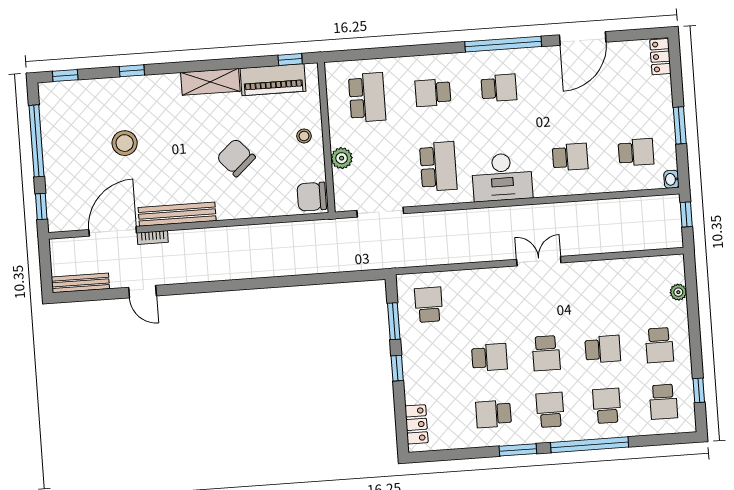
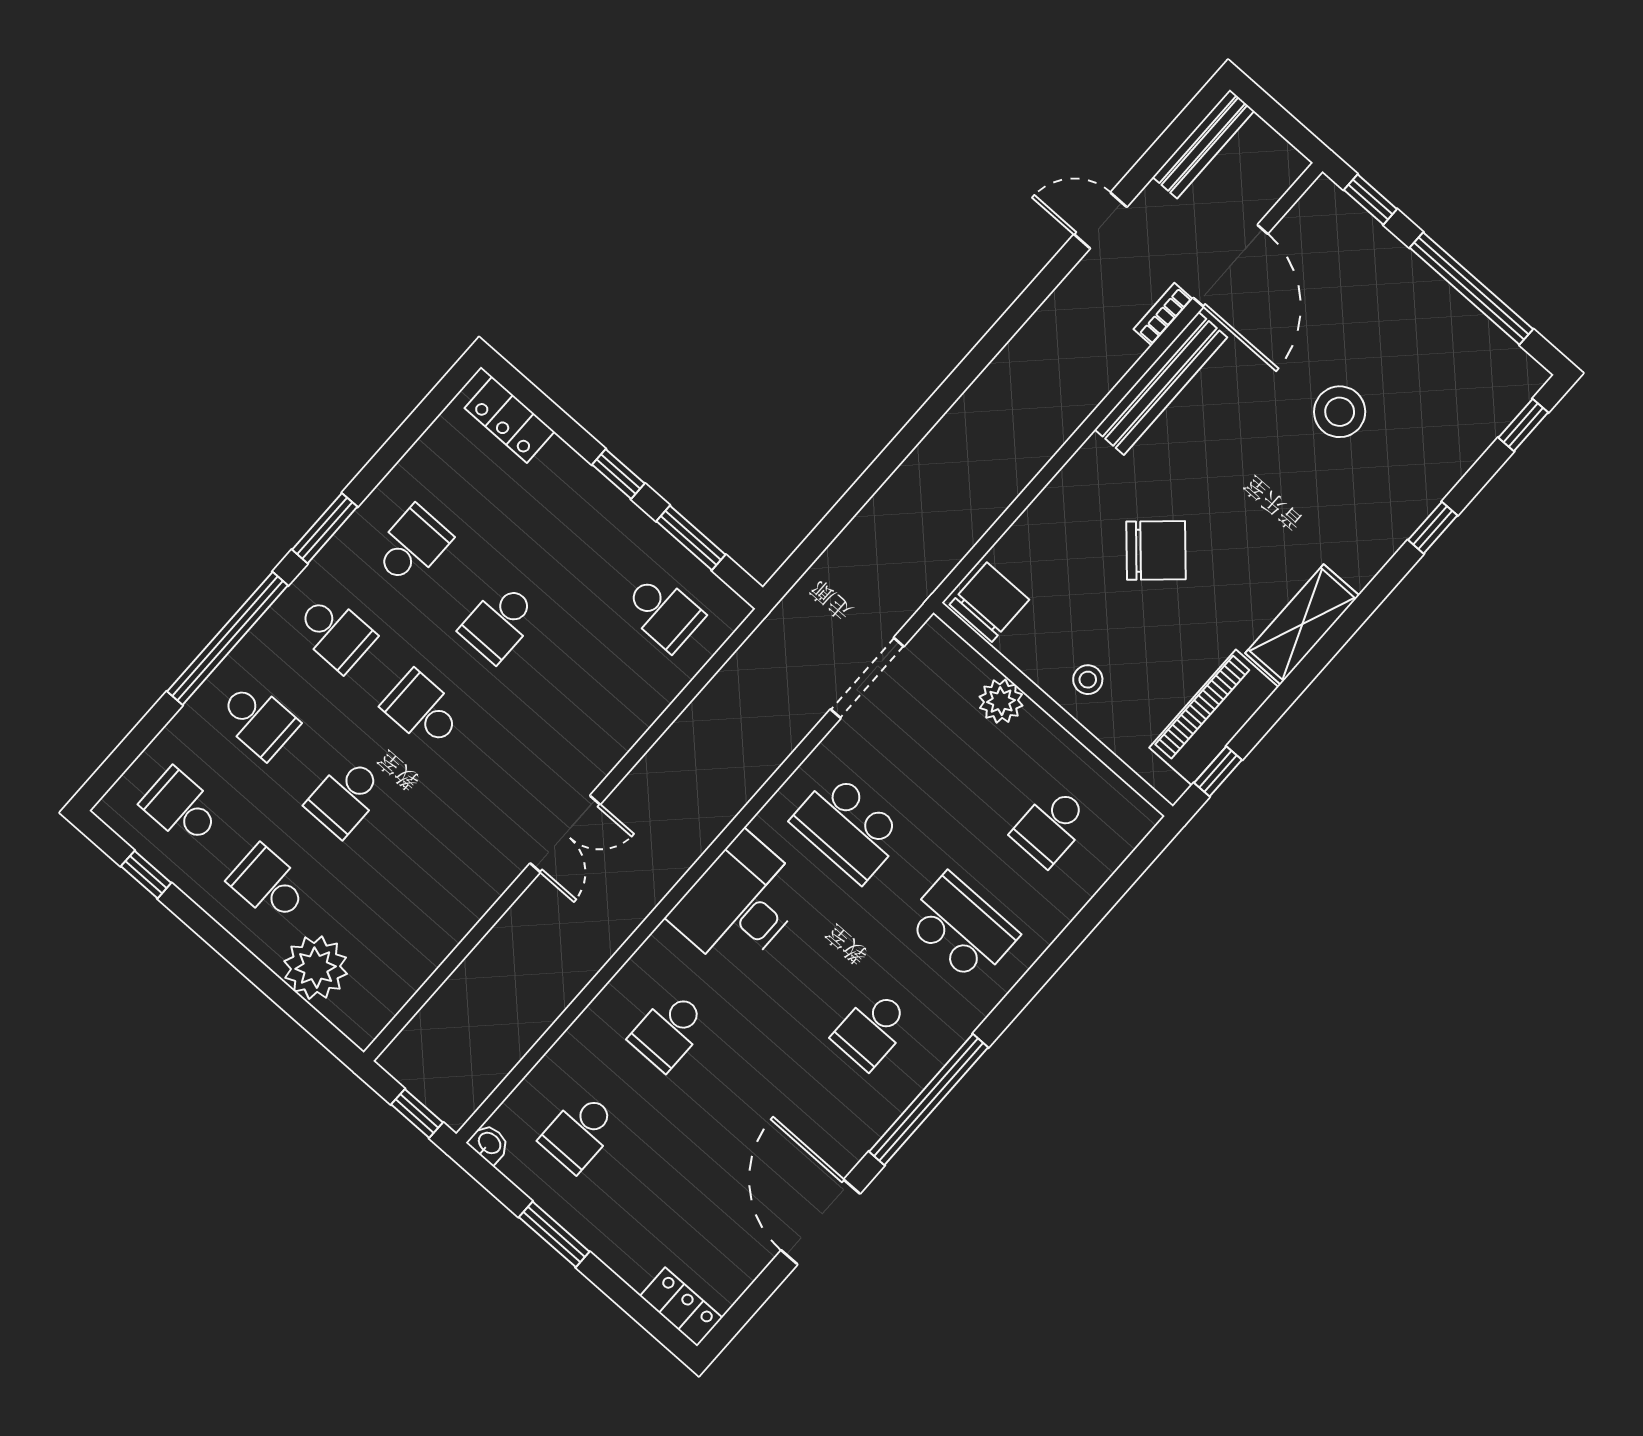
school desk: (433, 93) -> (962, 928), width x1.85
school desk: (367, 97) -> (1051, 826), width x0.54
plant: (678, 292) -> (316, 968), width x1.87, depth x1.87

